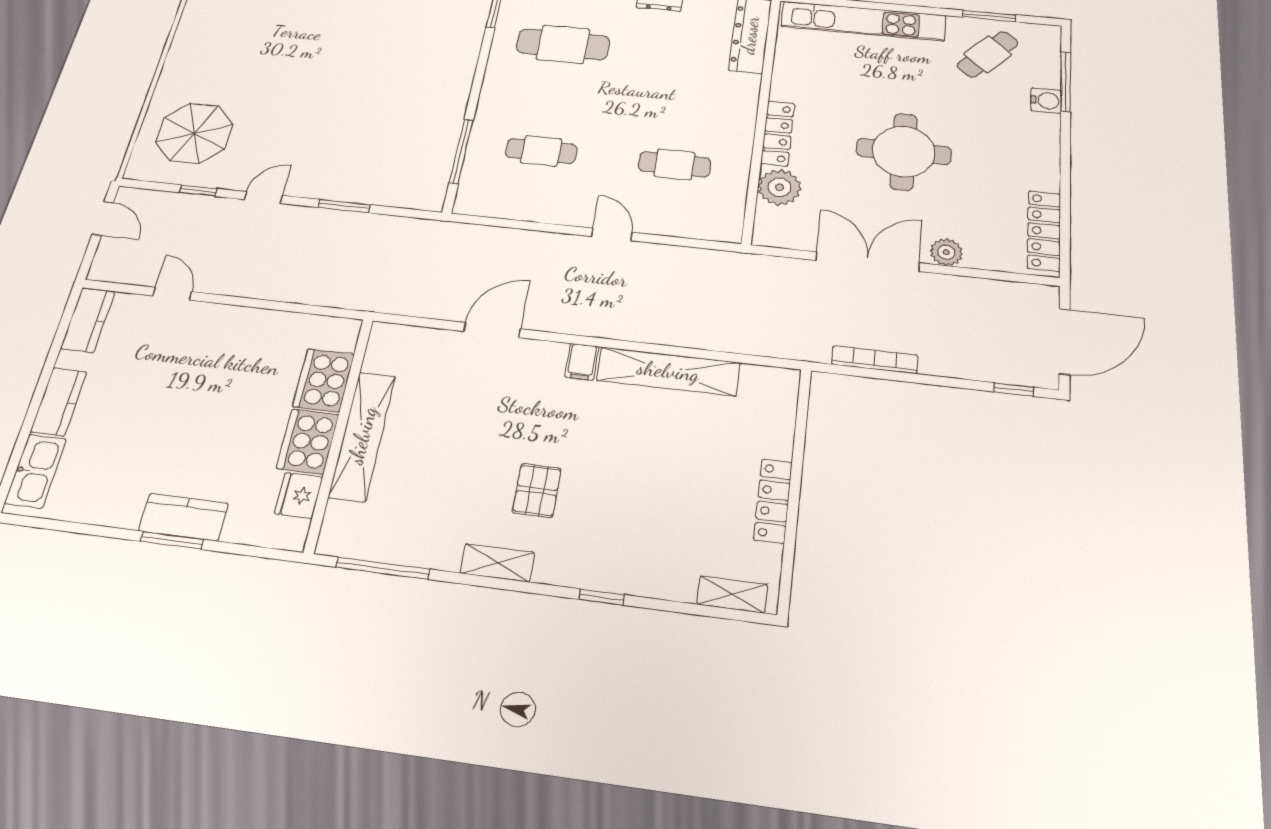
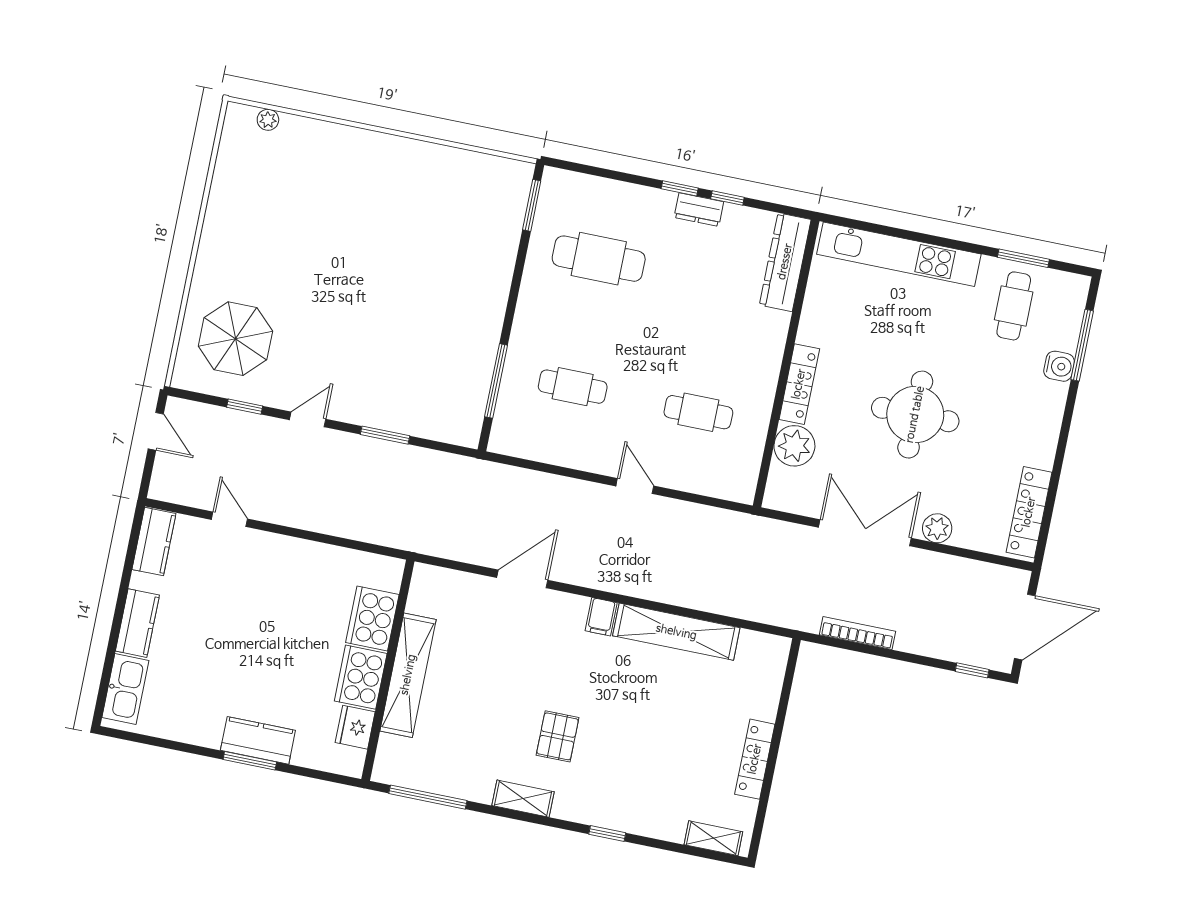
cafe table: (988, 54) -> (1014, 306), turned -42

